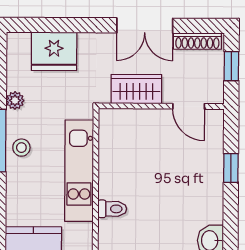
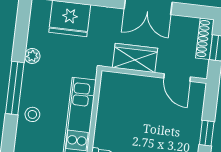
shoe rack: (197, 41) -> (205, 39), moved, turned 90
stool: (21, 148) -> (32, 114), moved

